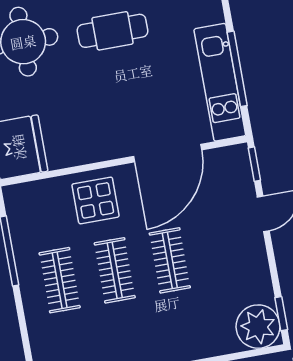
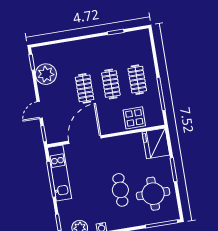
cafe table: (113, 31) -> (120, 190), moved, turned 90
display table: (96, 200) -> (134, 118), moved
plant: (258, 327) -> (46, 74), moved

